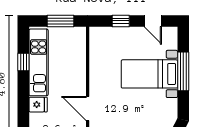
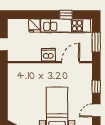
dishwasher: (78, 86) -> (48, 55), added
door: (88, 108) -> (71, 62), moved

